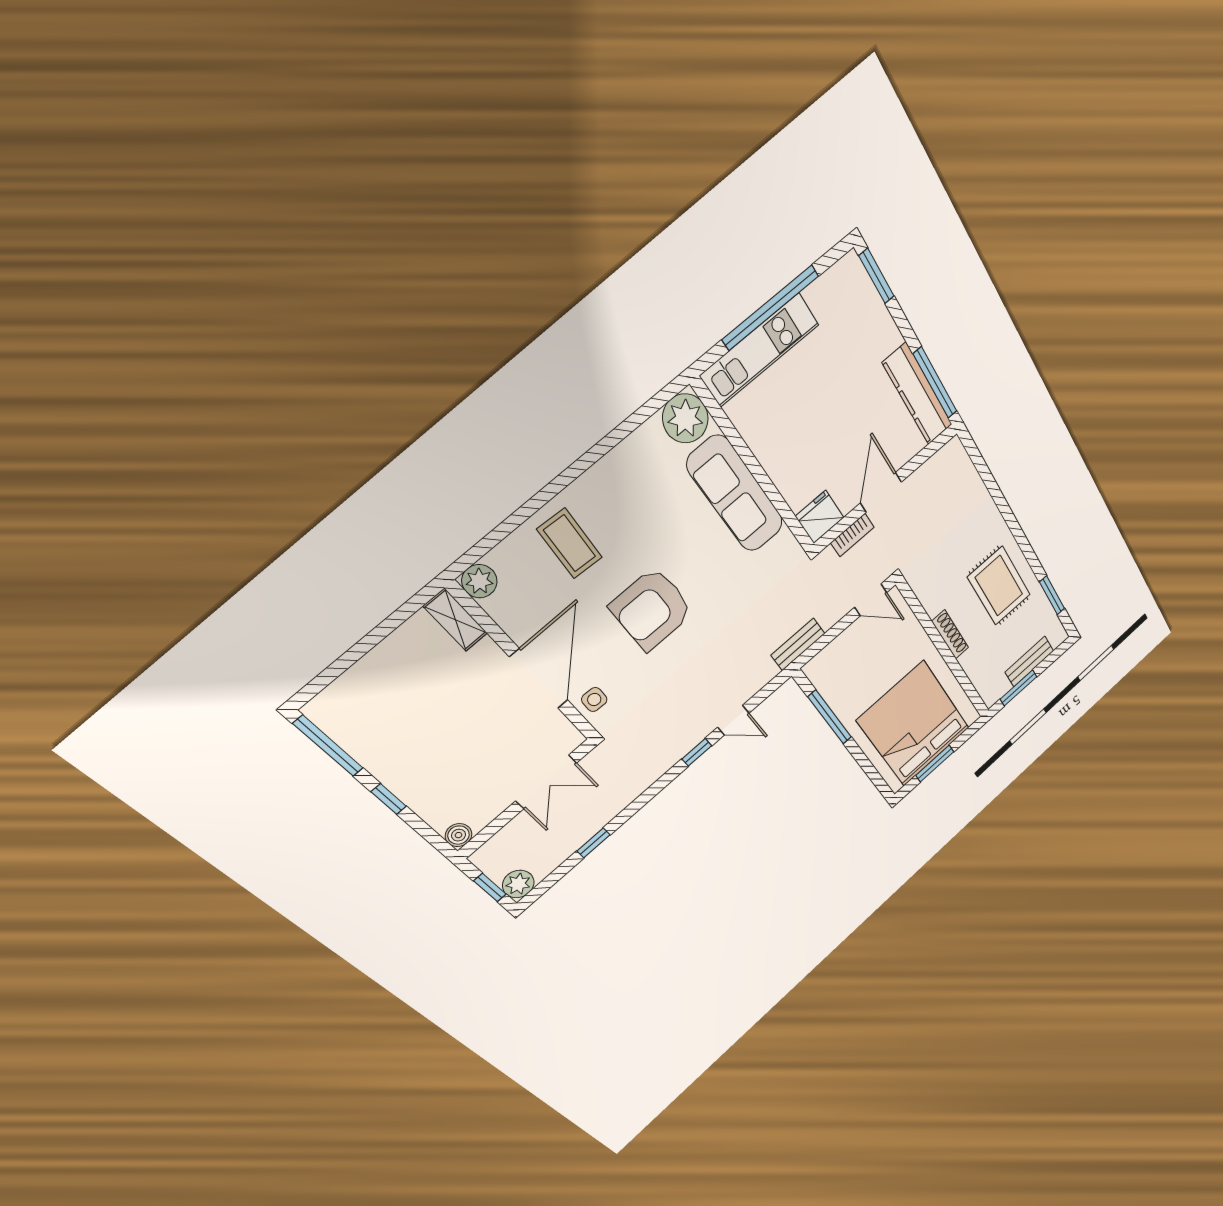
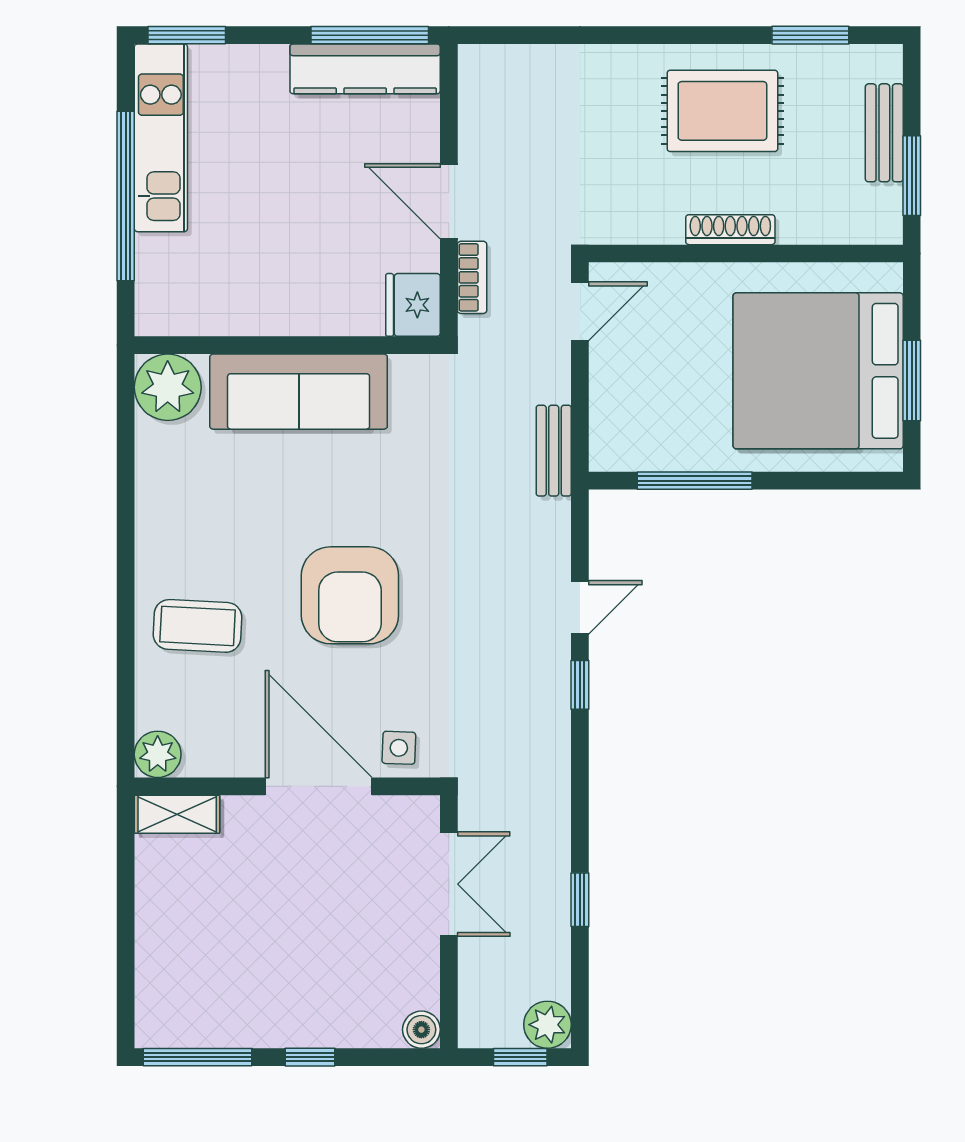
kitchen unit: (760, 350) -> (161, 138), moved

